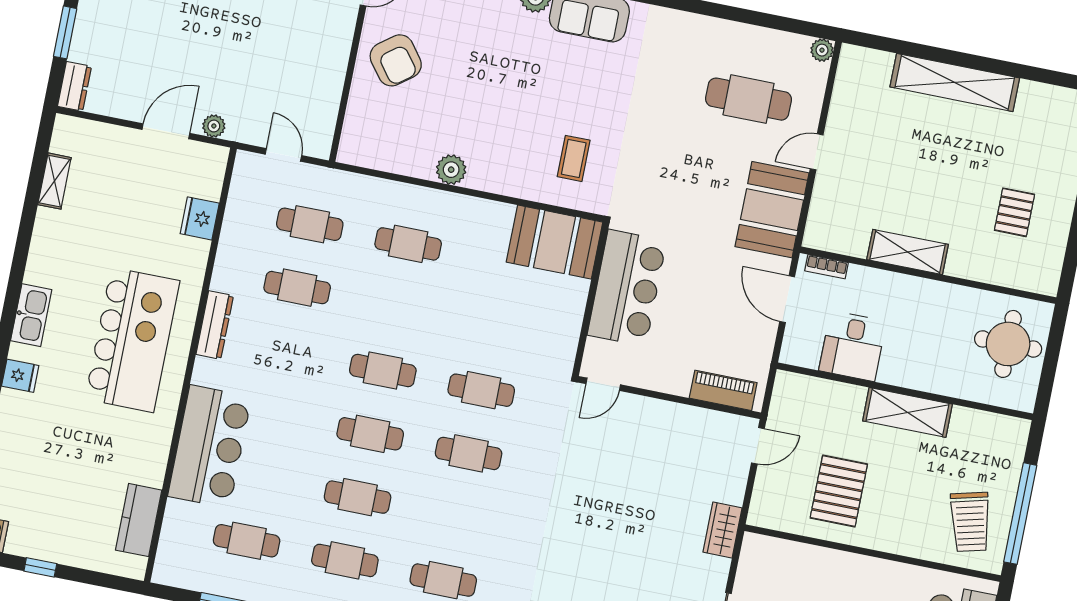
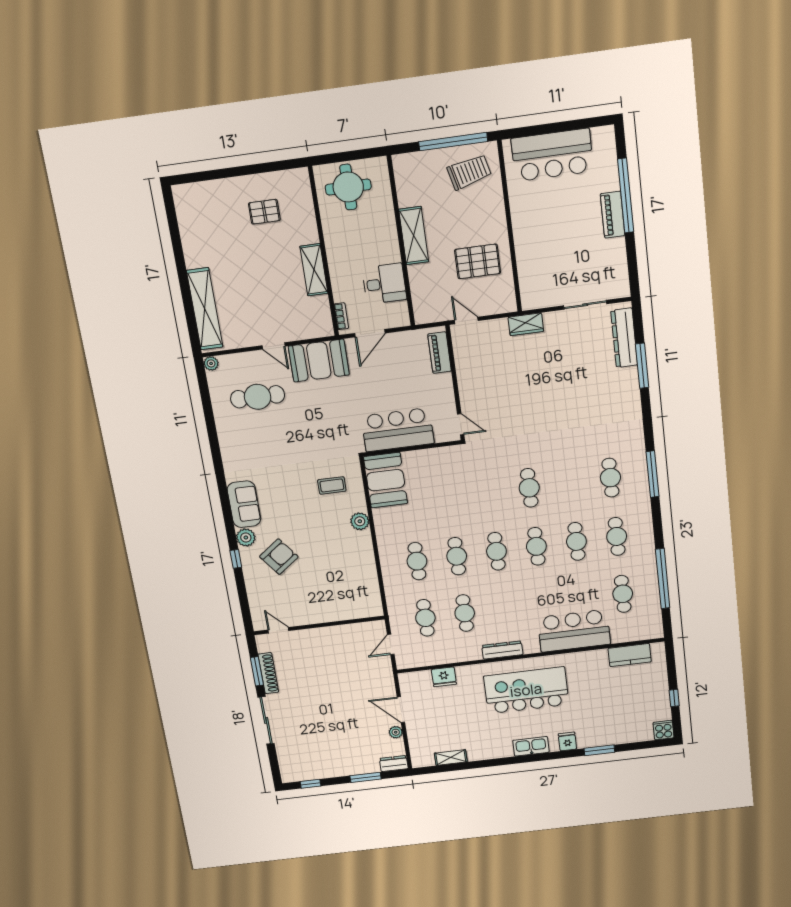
armchair: (396, 60) -> (279, 557), moved
shelving: (955, 82) -> (205, 309), moved
cafe table: (749, 99) -> (258, 397), turned 90
plant: (214, 126) -> (396, 732), moved
plant: (451, 170) -> (360, 521), moved
cafe table: (481, 390) -> (457, 556), moved

